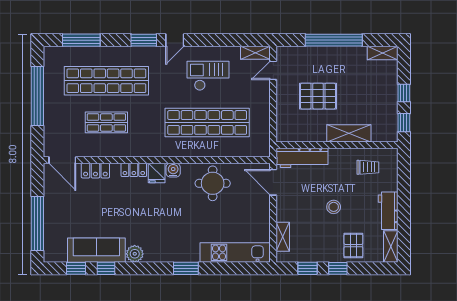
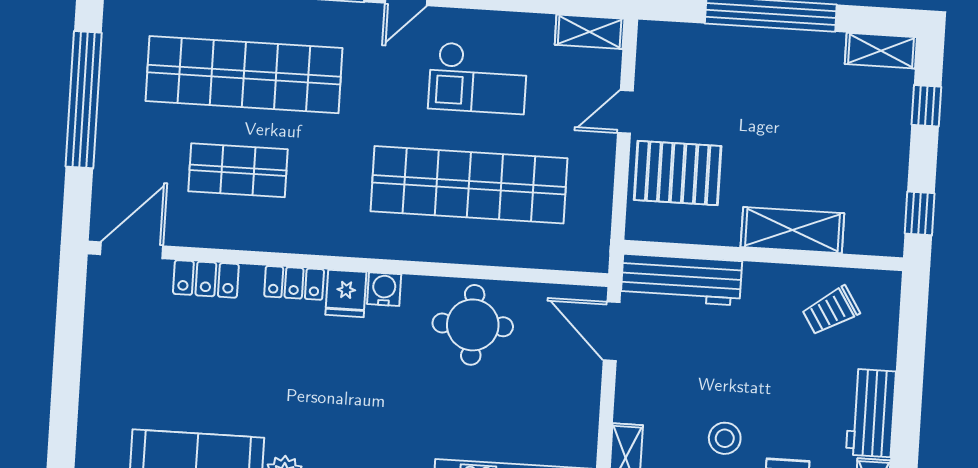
door: (273, 70) -> (625, 112), moved
checkout: (208, 76) -> (478, 78), turned 180
window: (404, 93) -> (926, 106), moved
pallet: (318, 96) -> (678, 173), moved
door: (62, 160) -> (132, 250), swing flipped
trolley: (368, 167) -> (831, 311), turned 148
stool: (334, 207) -> (725, 438), moved
window: (37, 224) -> (65, 392), removed

